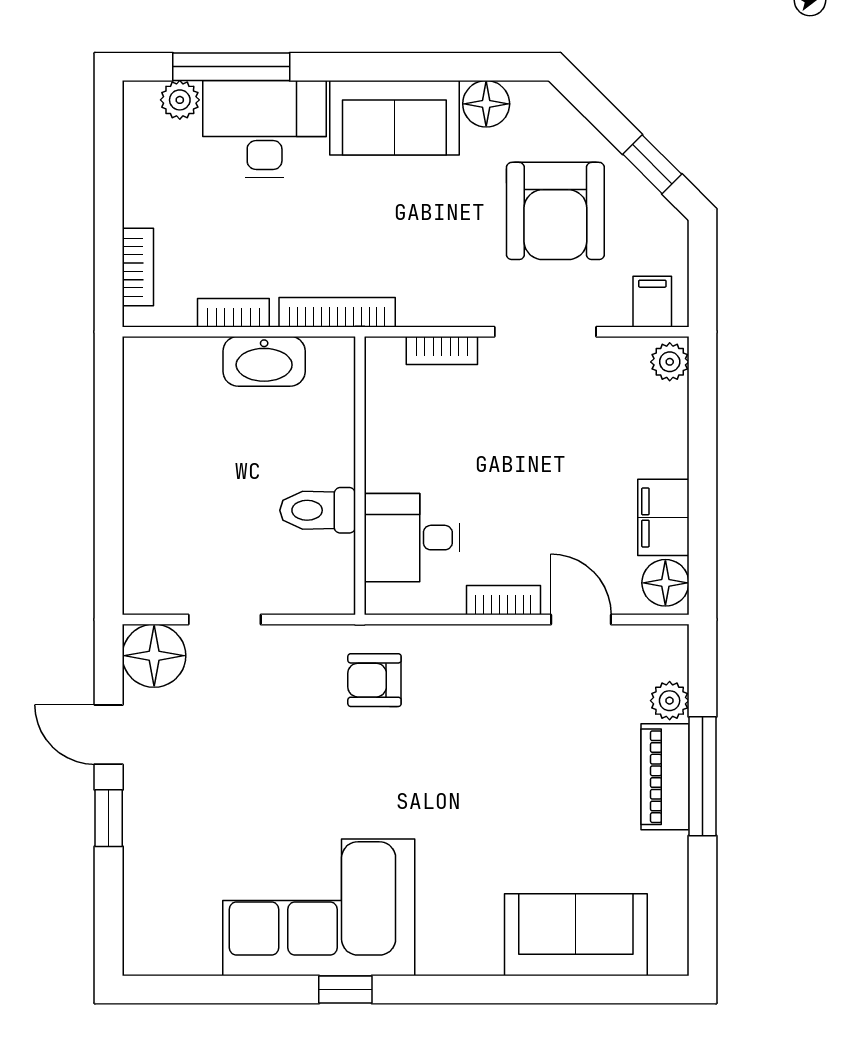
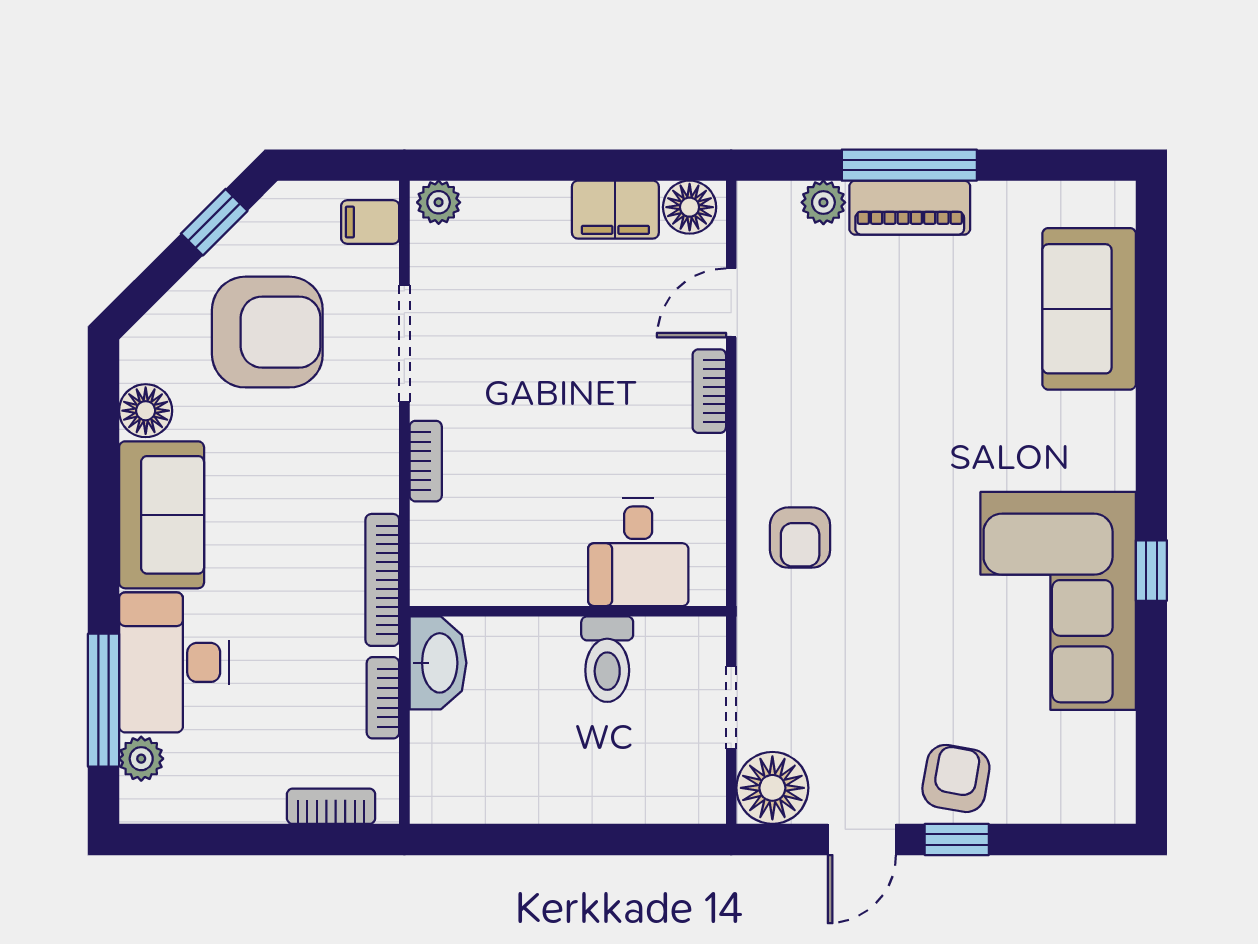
wall: (360, 476) -> (568, 611), moved
toilet: (318, 510) -> (607, 659), moved
desk: (412, 538) -> (638, 552), moved
armchair: (162, 817) -> (956, 778), added

